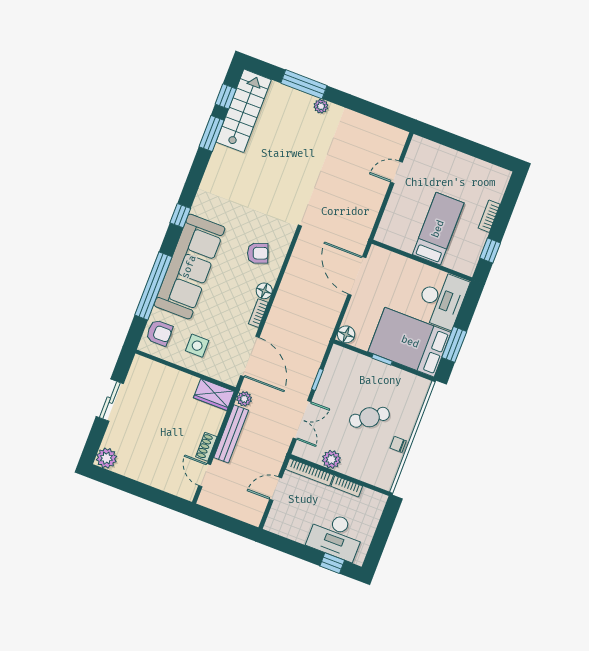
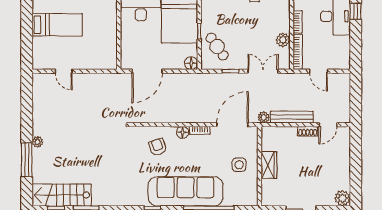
bed: (438, 229) -> (57, 25), moved, turned 180
armchair: (159, 333) -> (240, 195), removed
wardrobe: (214, 395) -> (269, 165), moved
cafe table: (369, 417) -> (217, 47), moved

